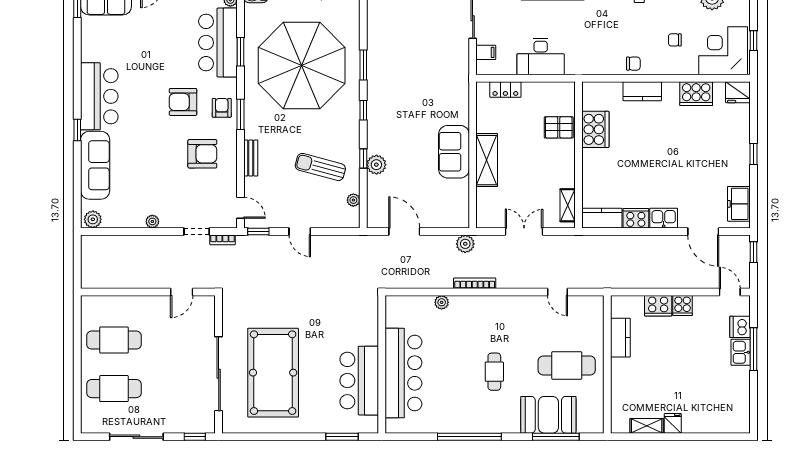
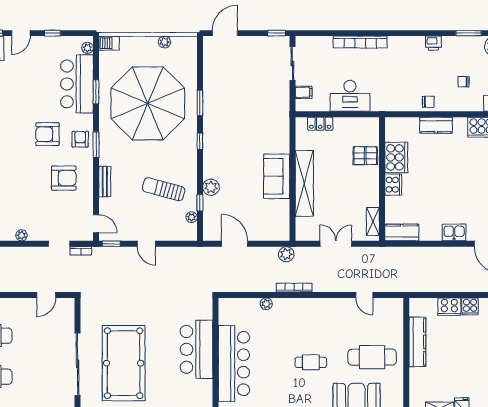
window: (363, 159) -> (200, 203), moved
shelving: (487, 160) -> (304, 183), width x1.47
cooker: (636, 218) -> (393, 185), moved, turned 90
kitchen counter: (620, 338) -> (417, 342), width x1.50
cafe table: (494, 372) -> (311, 362), turned 90
bar counter: (359, 381) -> (197, 349), moved

